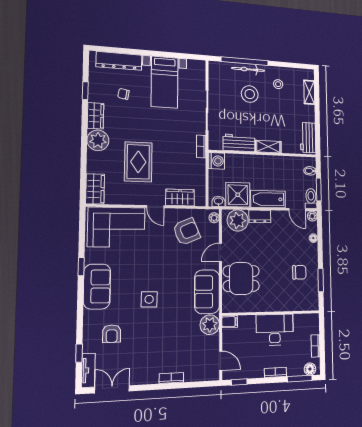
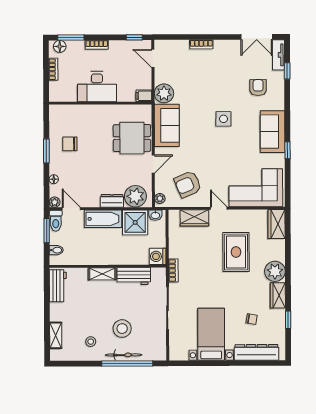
window: (321, 280) -> (46, 151), moved

